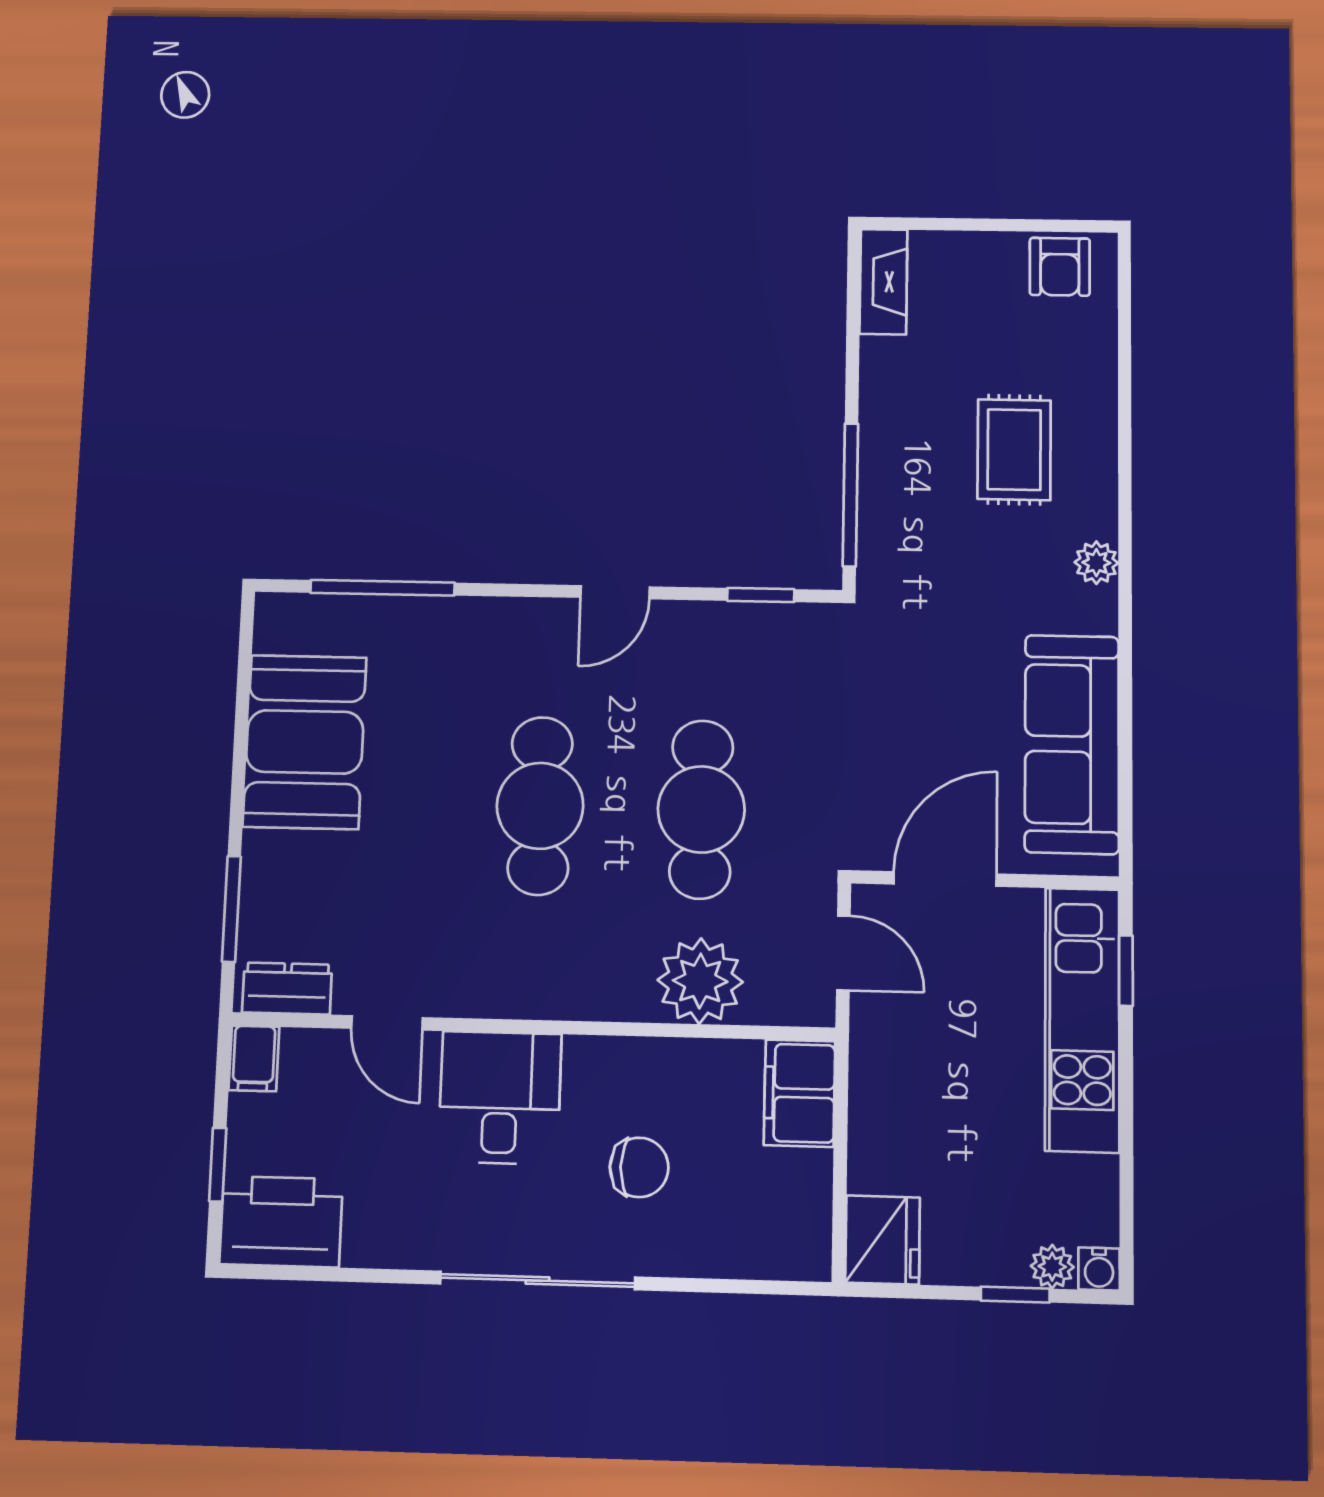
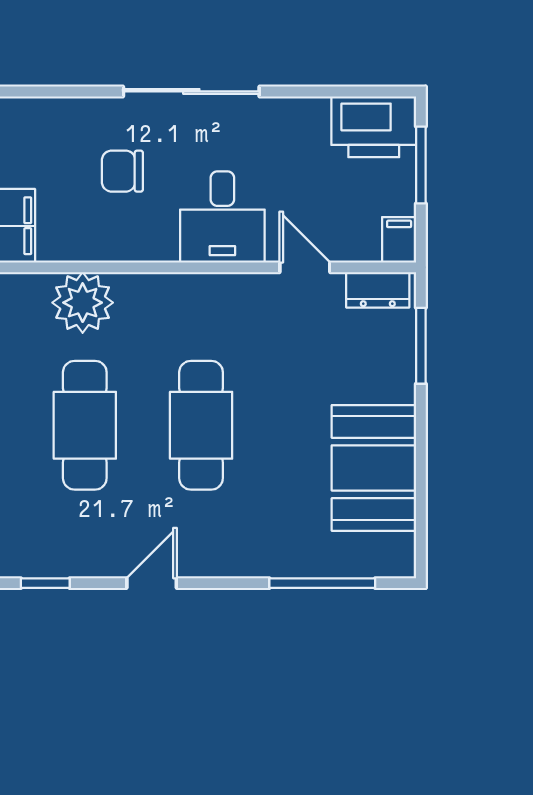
window: (218, 1165) -> (421, 165), width x1.50

